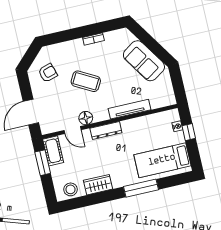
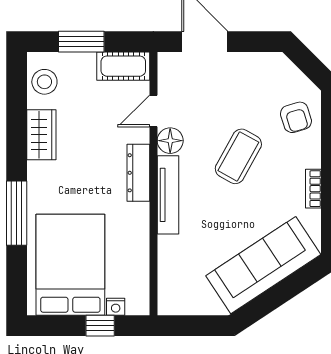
sofa: (144, 61) -> (263, 265), width x1.36
armchair: (48, 73) -> (296, 117), moved
tv unit: (129, 109) -> (168, 195), moved
bed: (162, 160) -> (70, 265), width x1.50
window: (43, 163) -> (81, 42), moved

